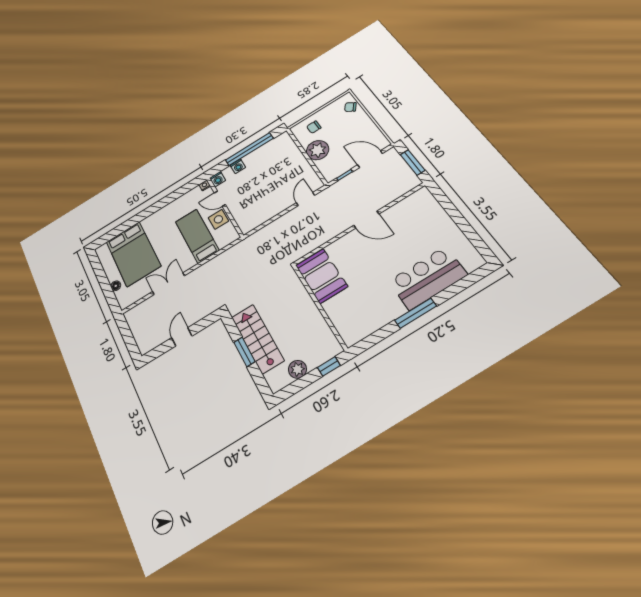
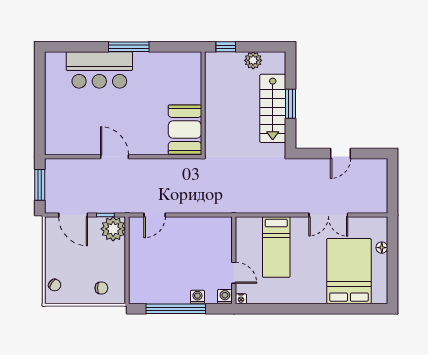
plant: (318, 150) -> (113, 229), moved
side table: (218, 219) -> (247, 251), removed

